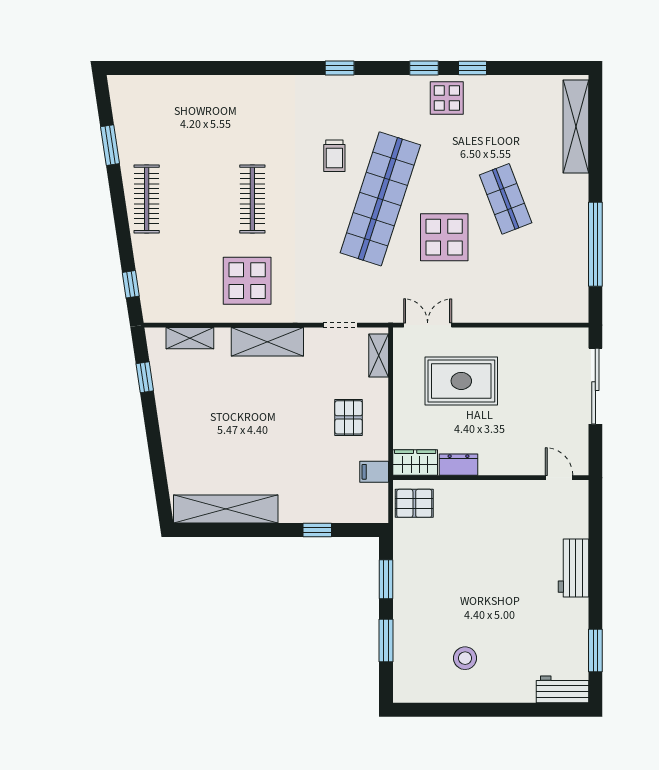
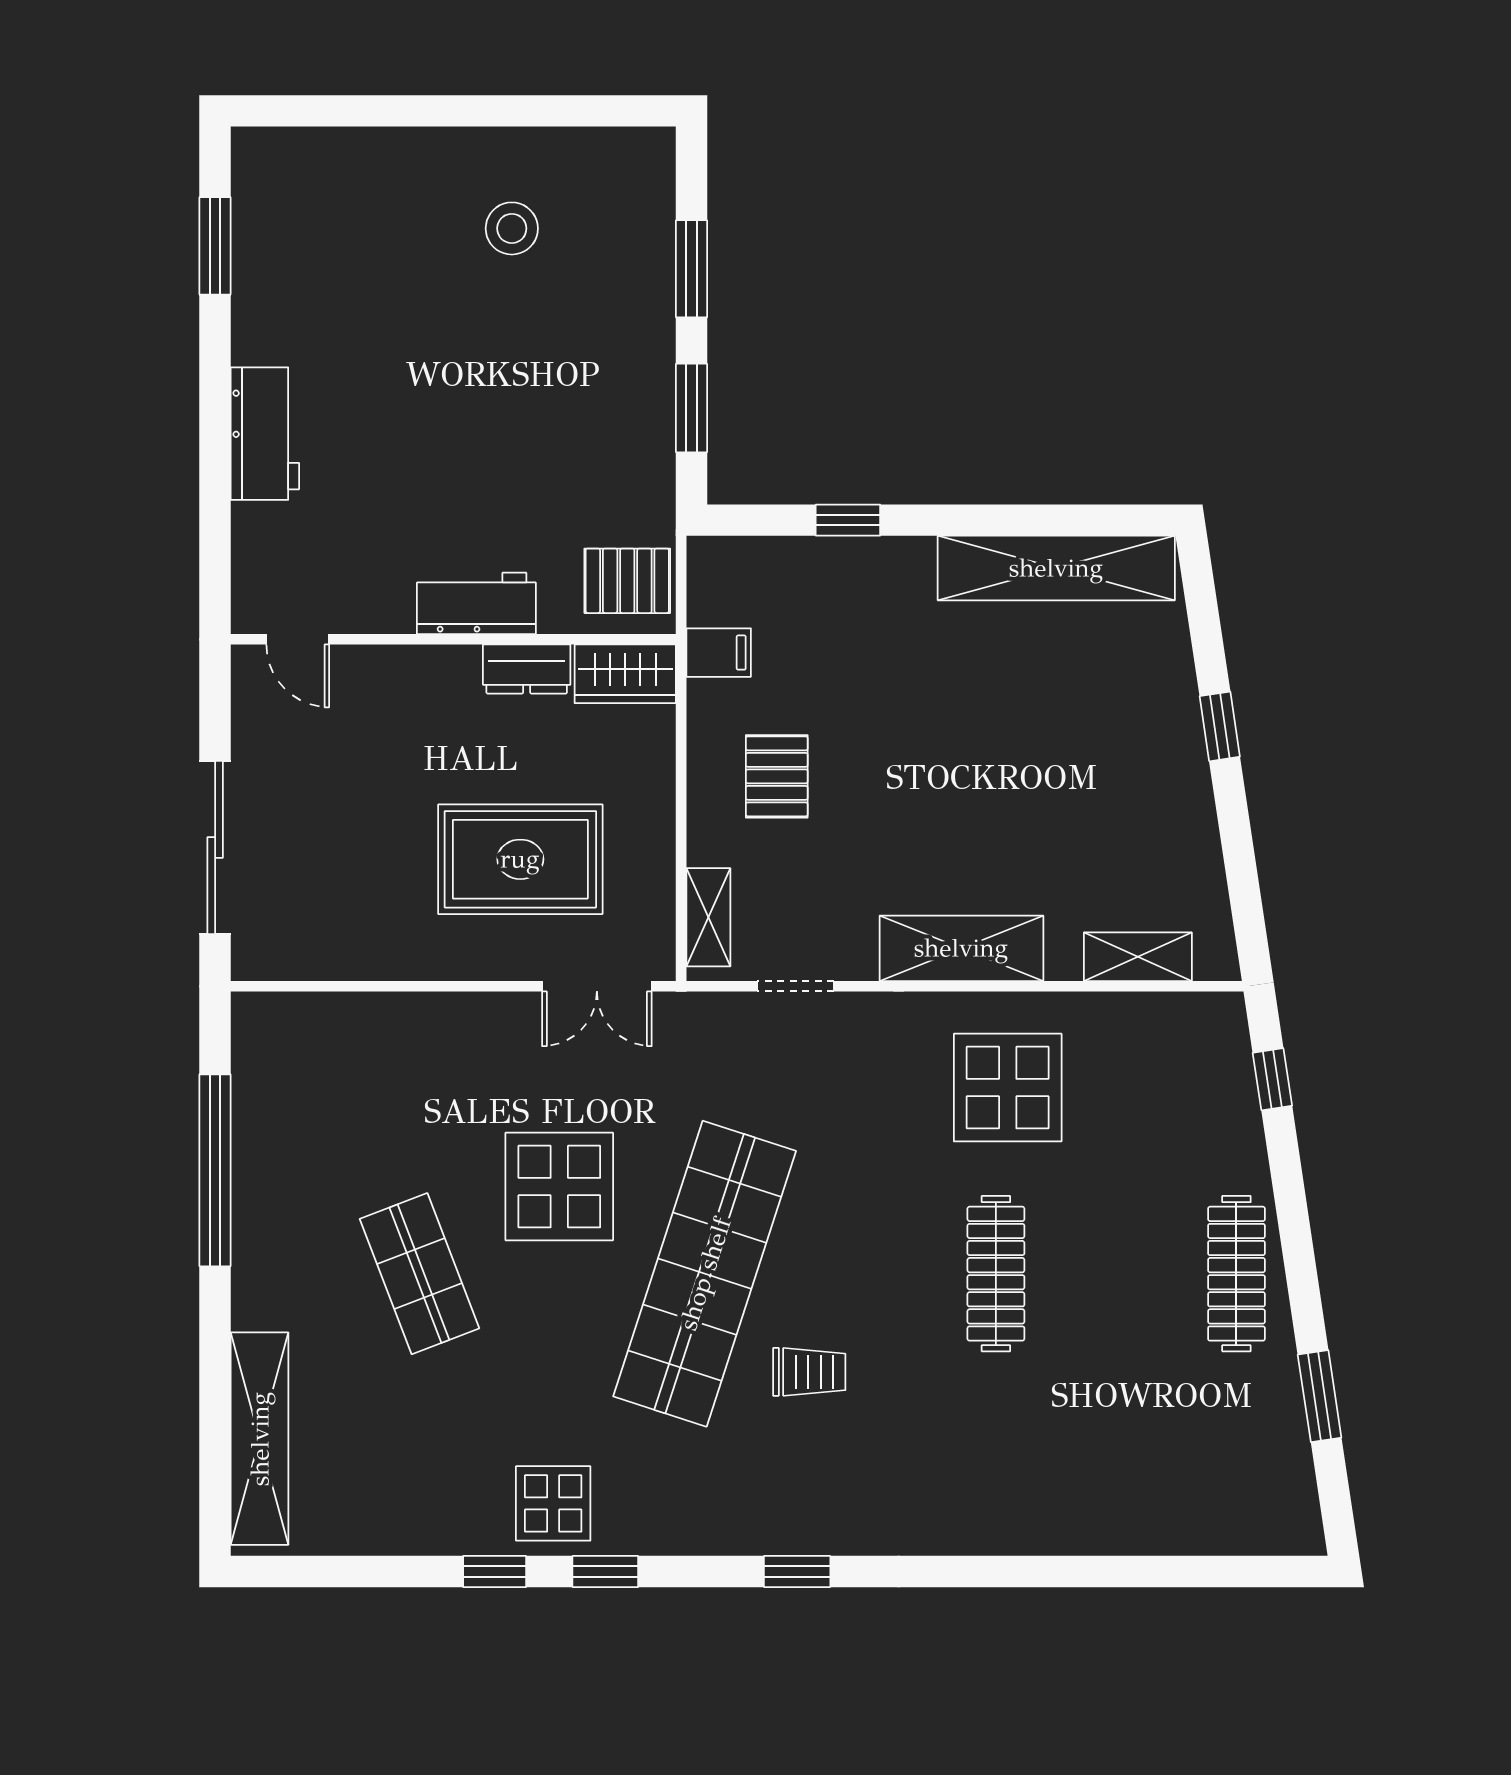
trolley: (334, 156) -> (809, 1372), turned 90
window: (145, 377) -> (1220, 726), moved
workbench: (562, 689) -> (476, 603), moved, turned 180

